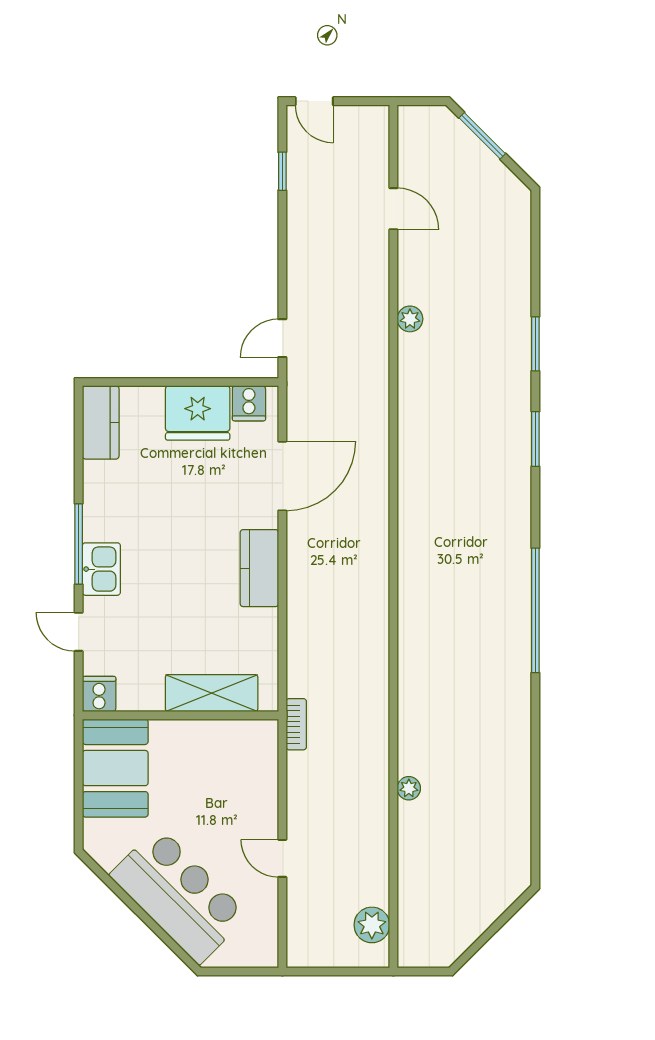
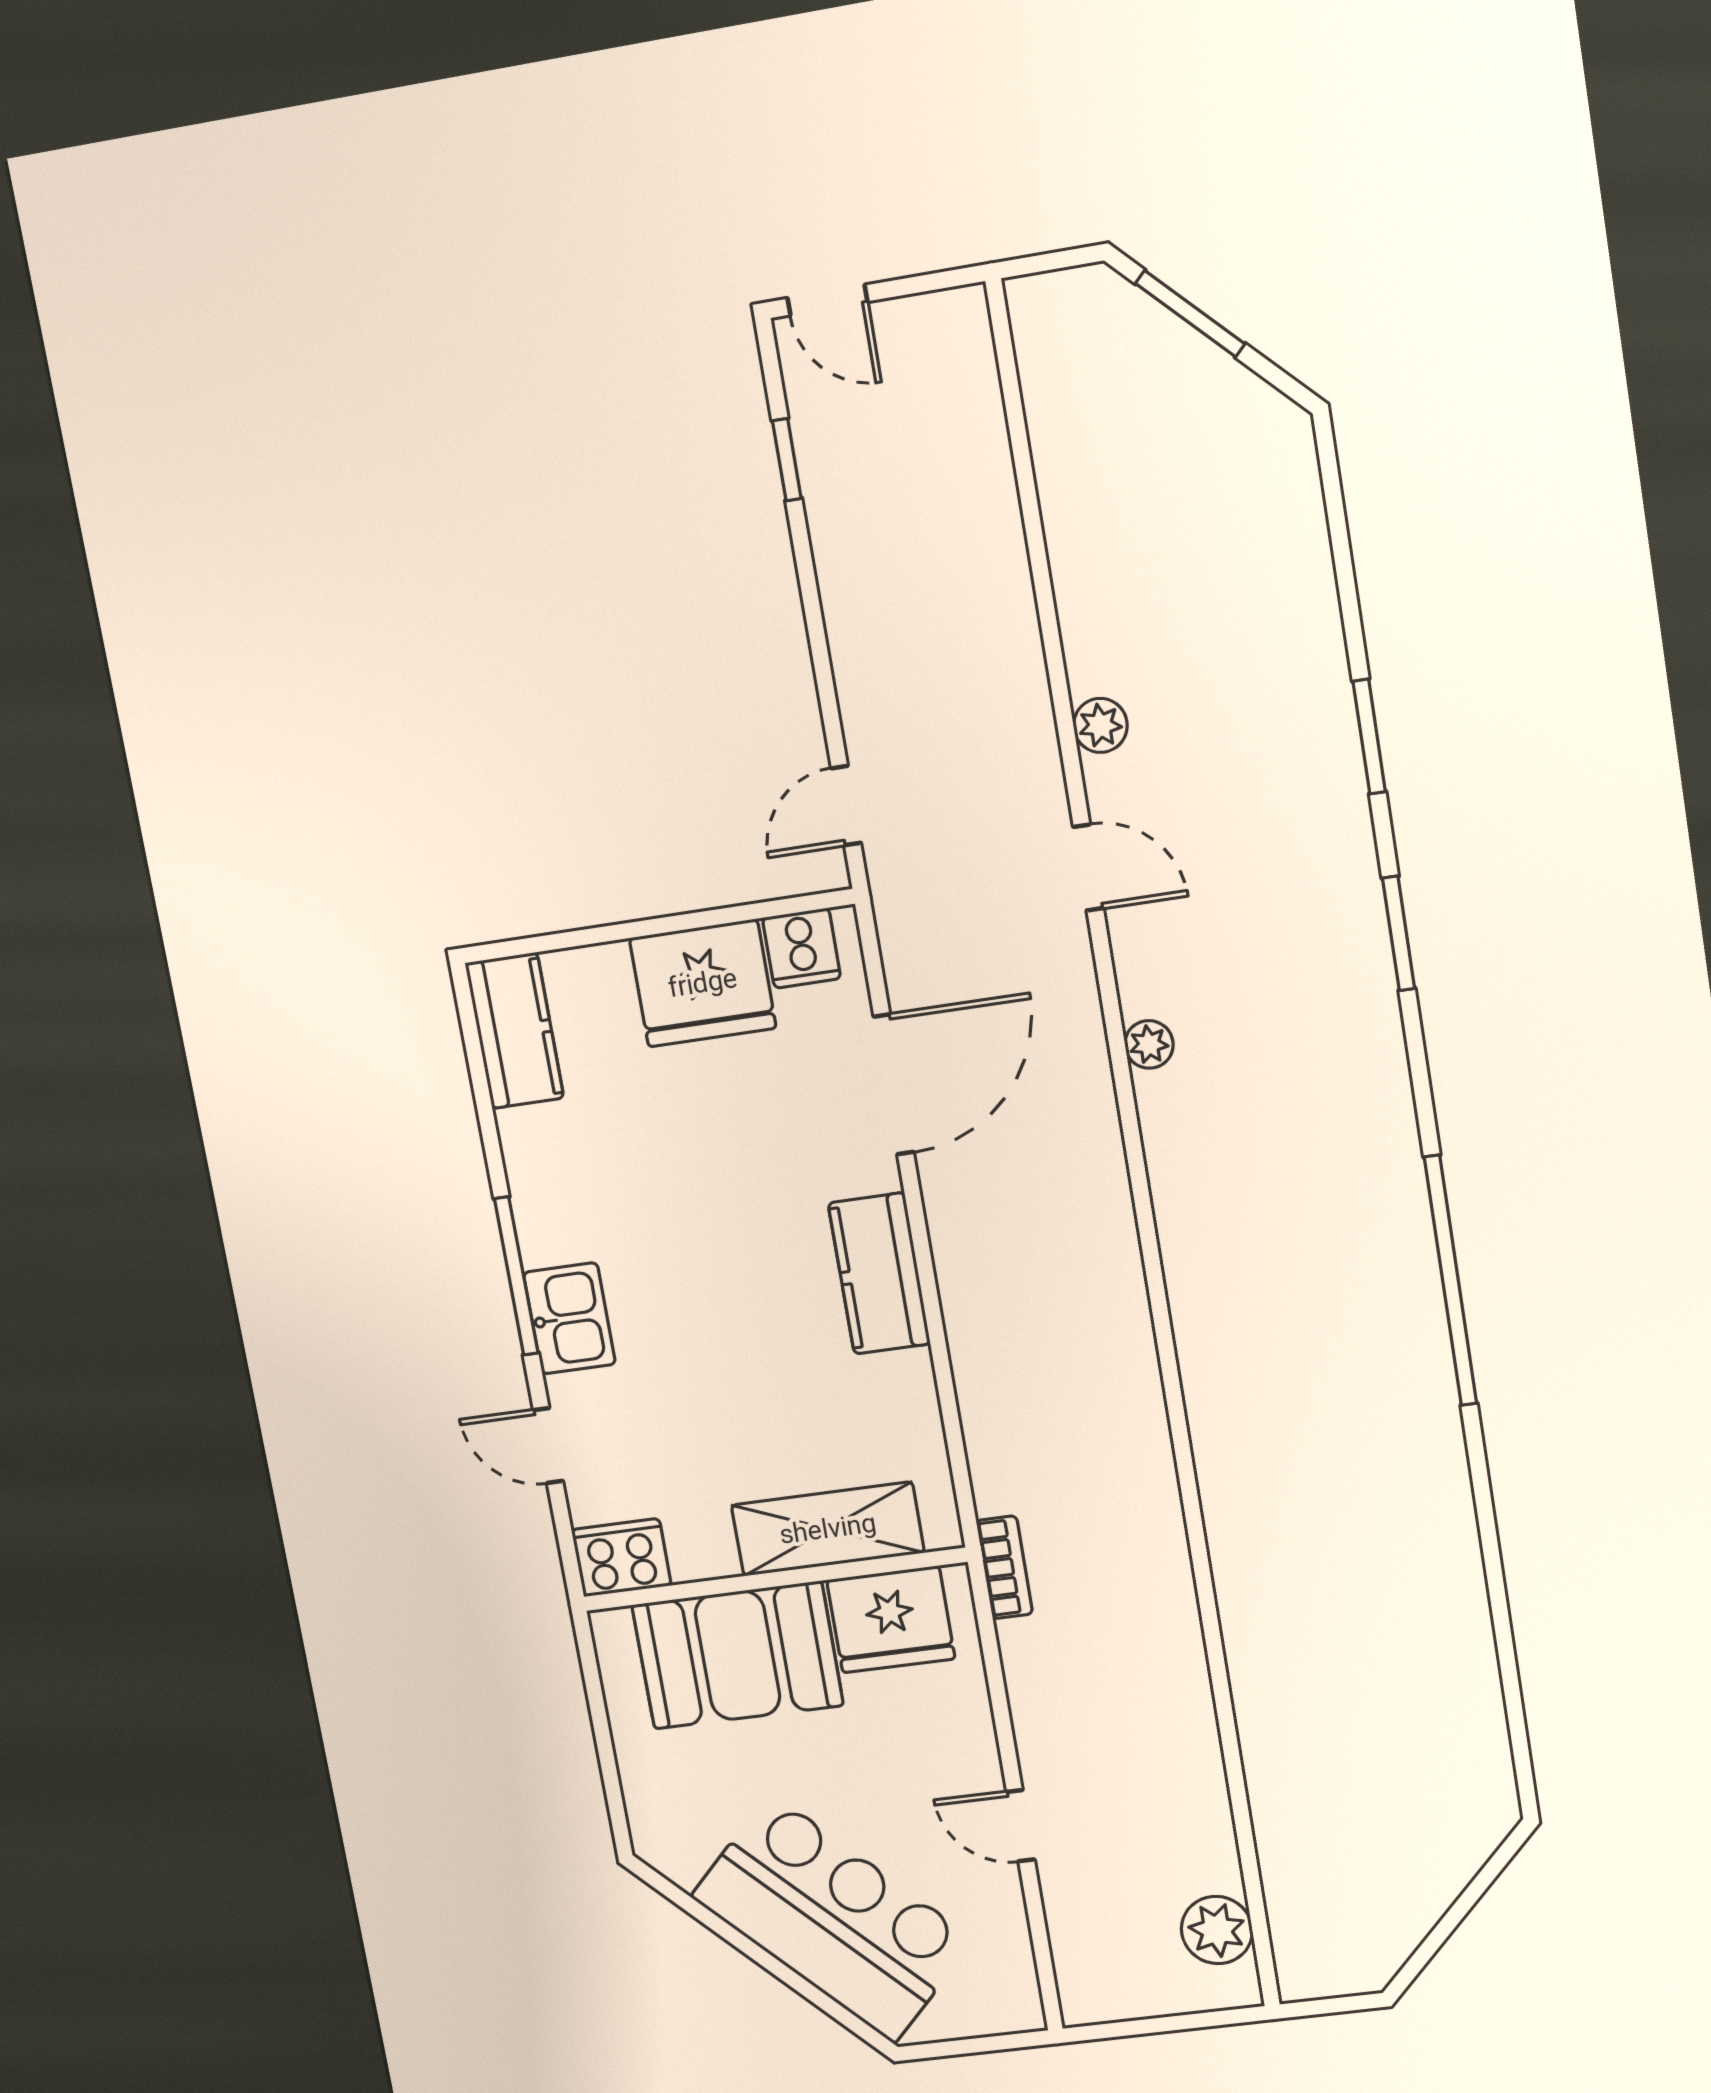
door: (393, 209) -> (1088, 868), moved
cooker: (99, 694) -> (621, 1558), width x1.36
fridge: (235, 743) -> (891, 1619), added
booth: (115, 768) -> (738, 1655), moved, turned 90
plant: (409, 788) -> (1149, 1044), moved

